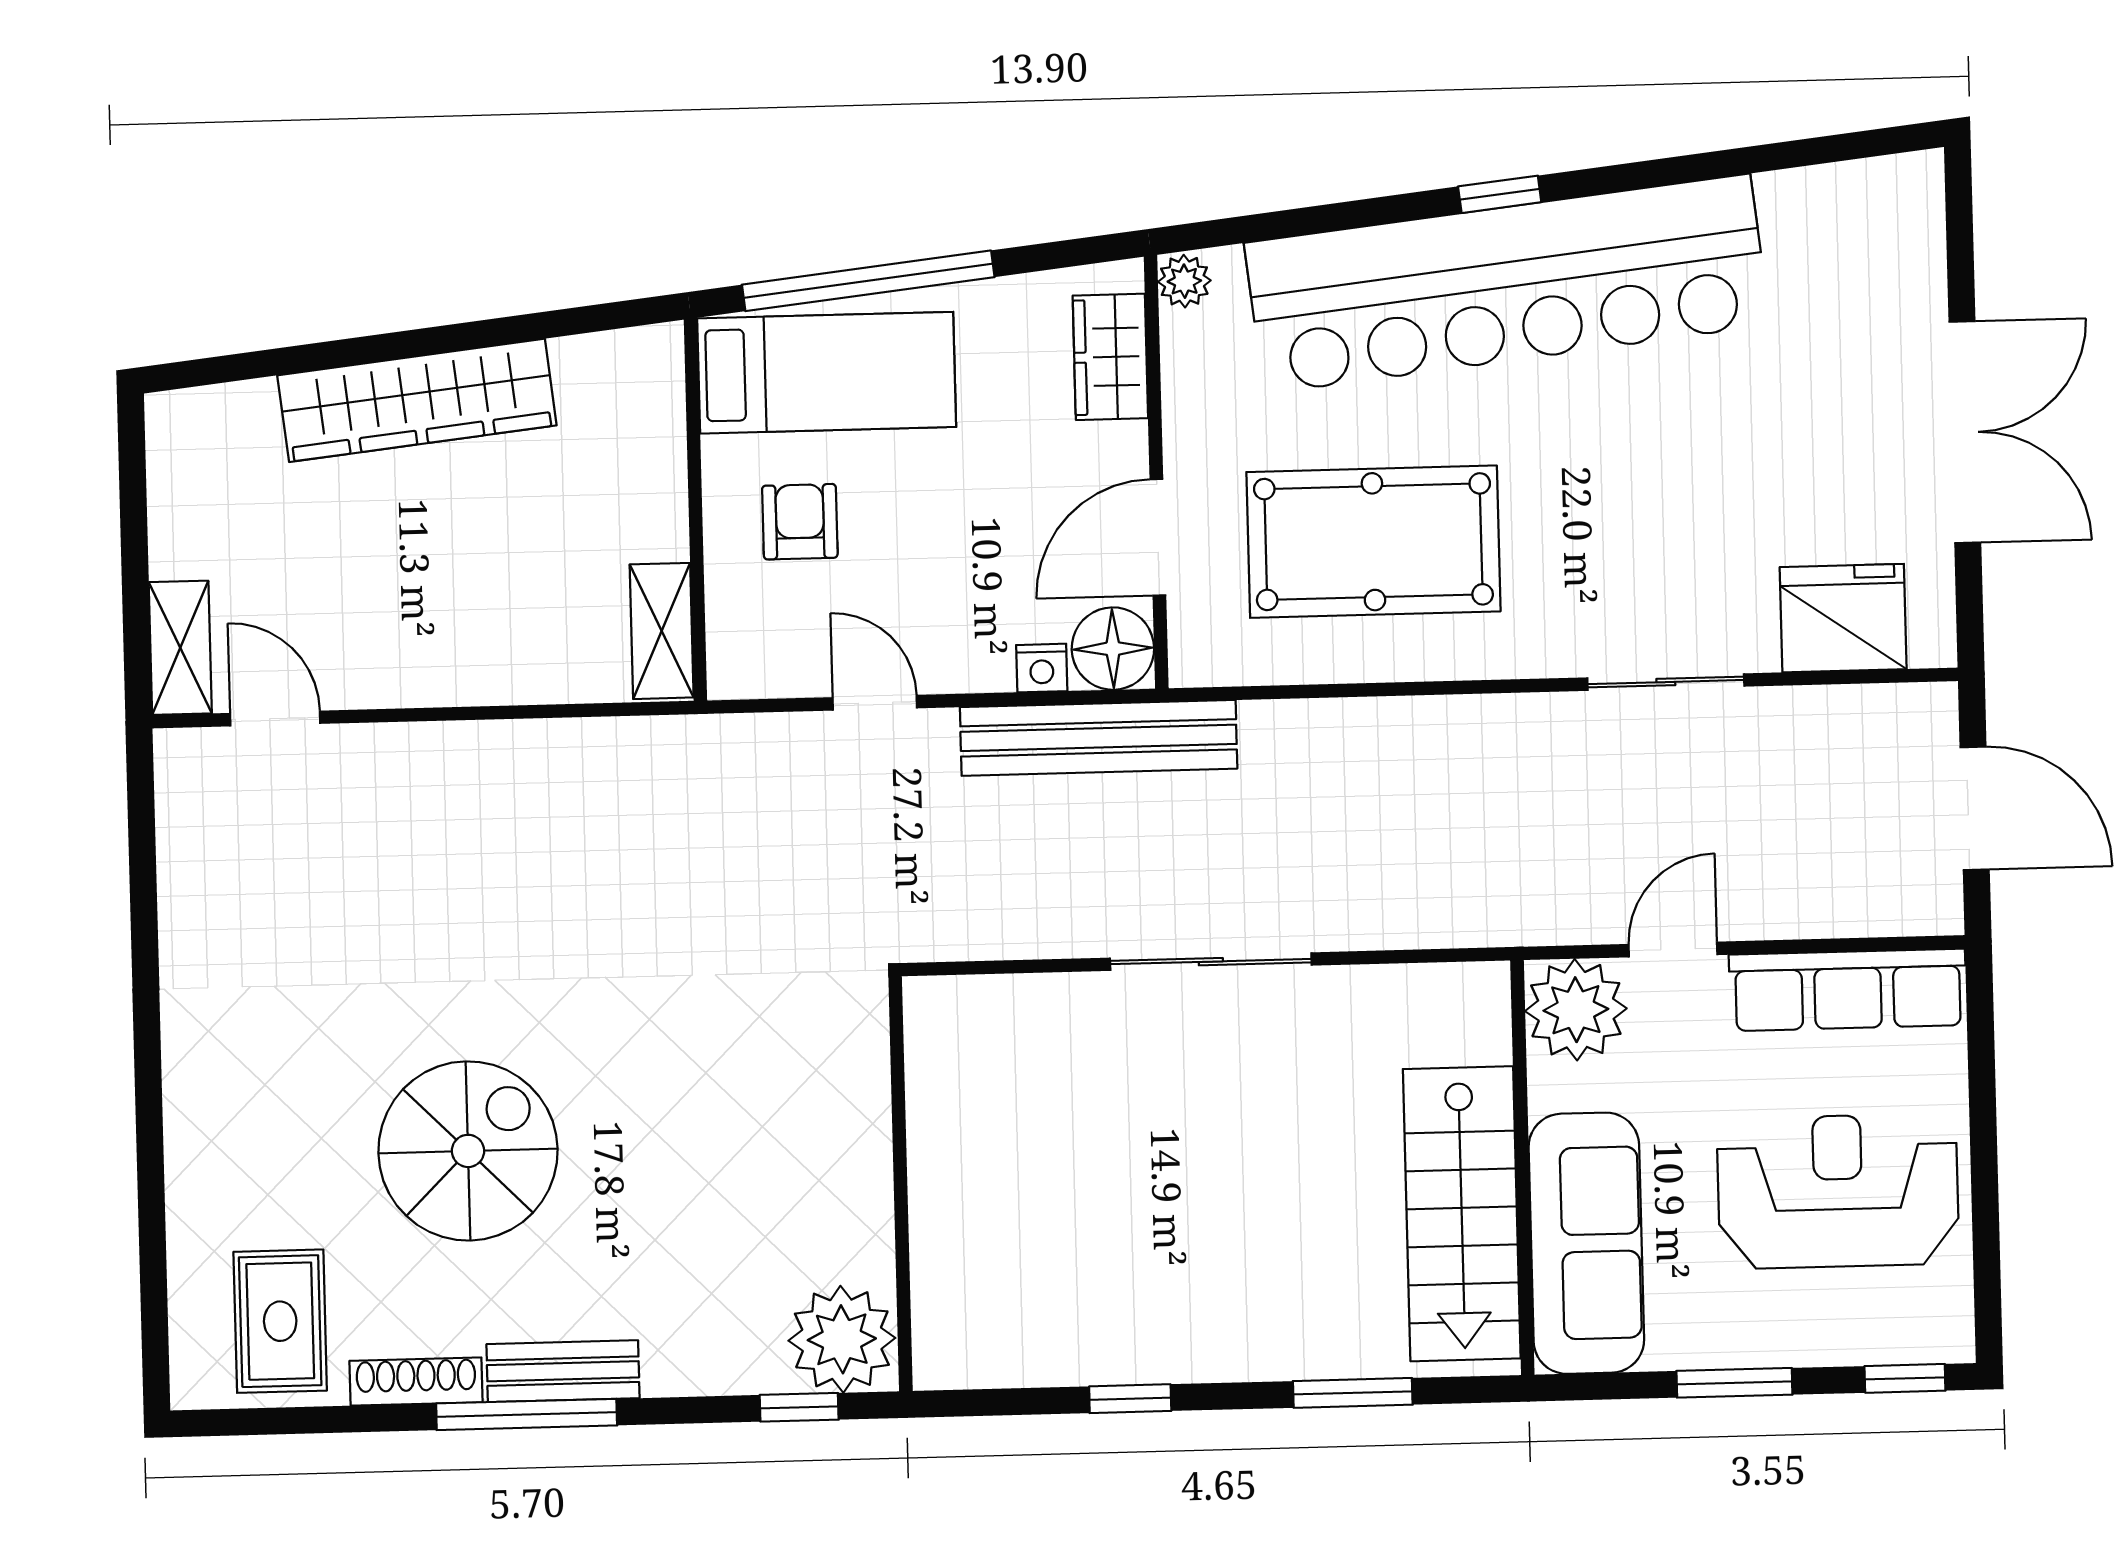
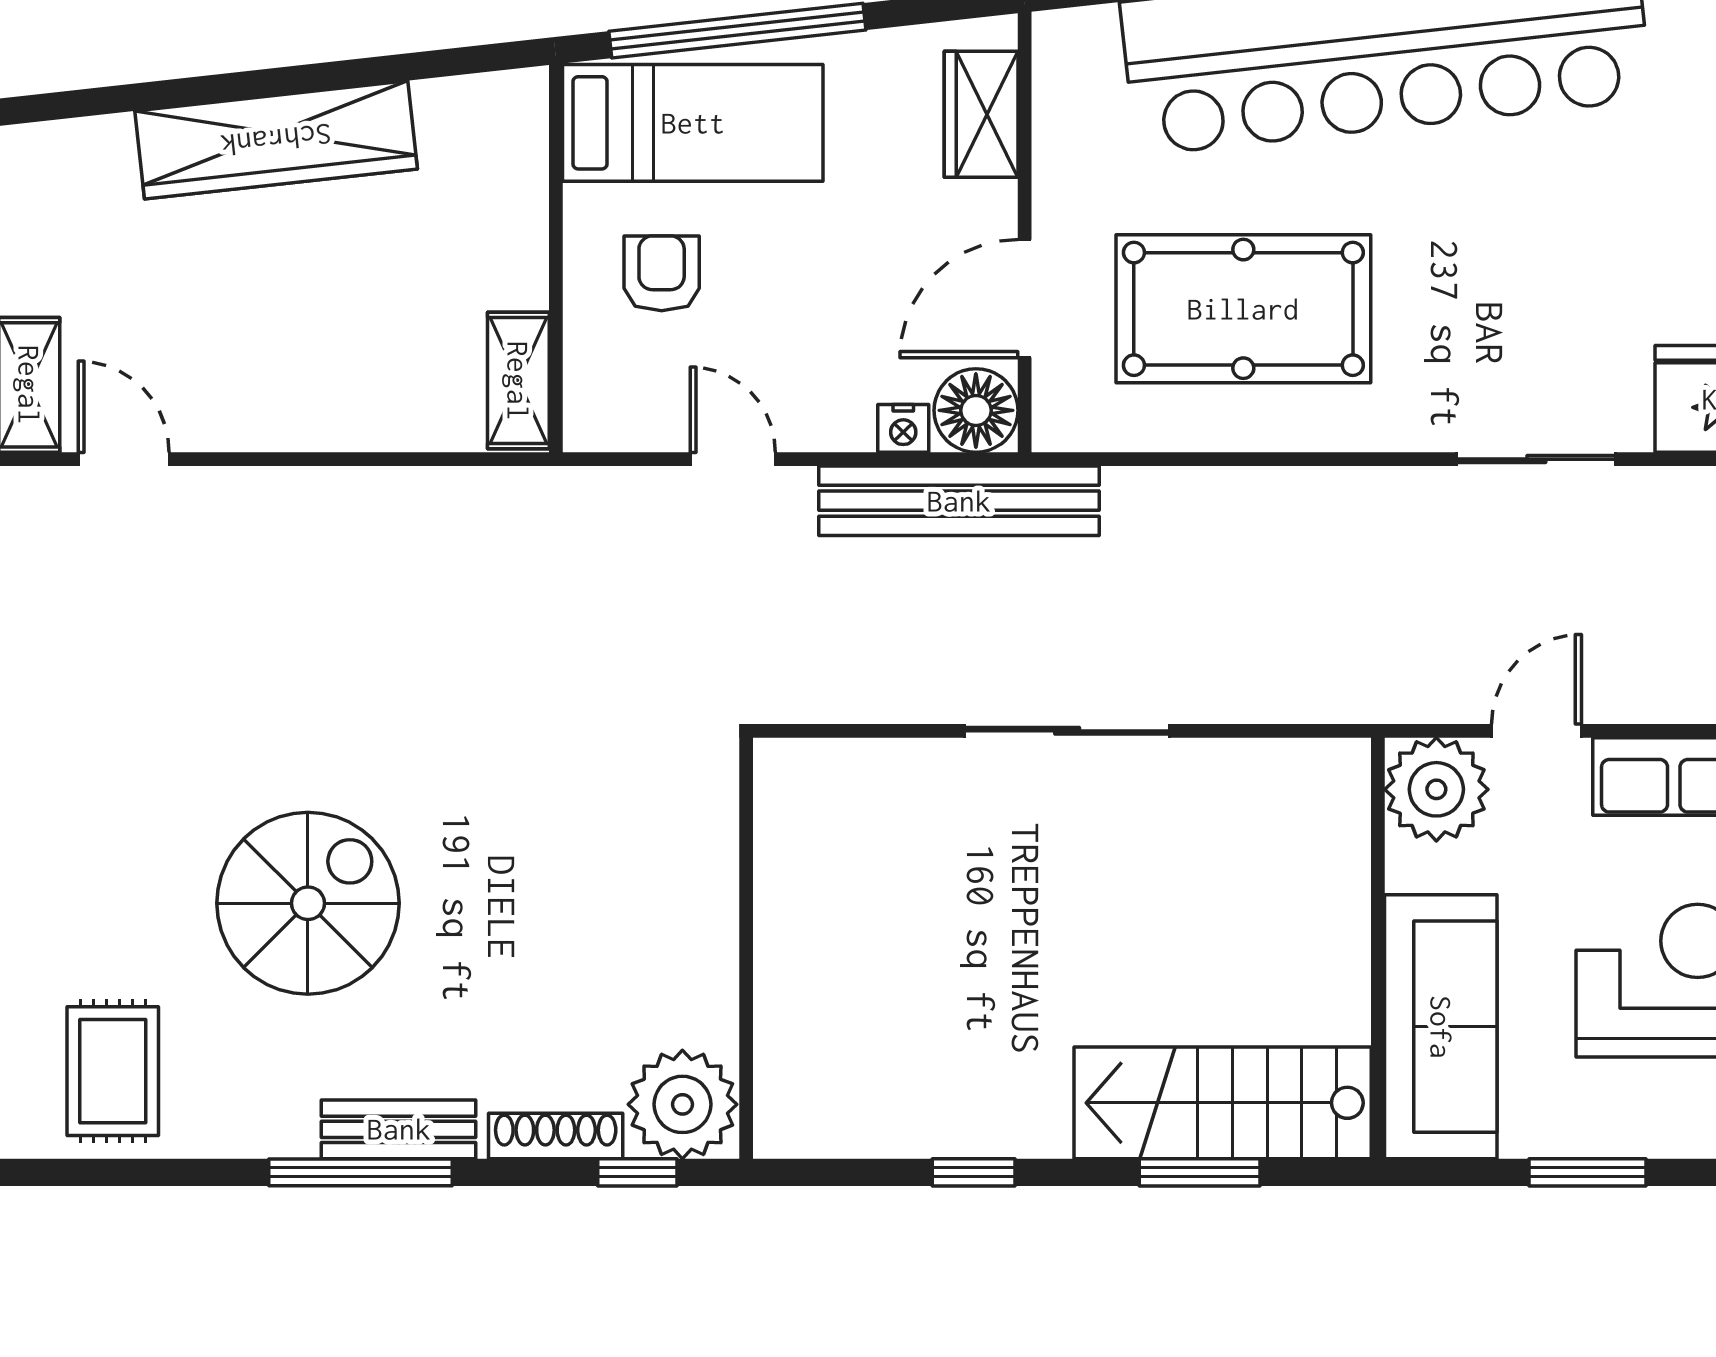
plant: (1184, 281) -> (1058, 39), removed
stairs: (1462, 1214) -> (1223, 1103), moved, turned 90
shoe rack: (416, 1382) -> (556, 1136), moved

